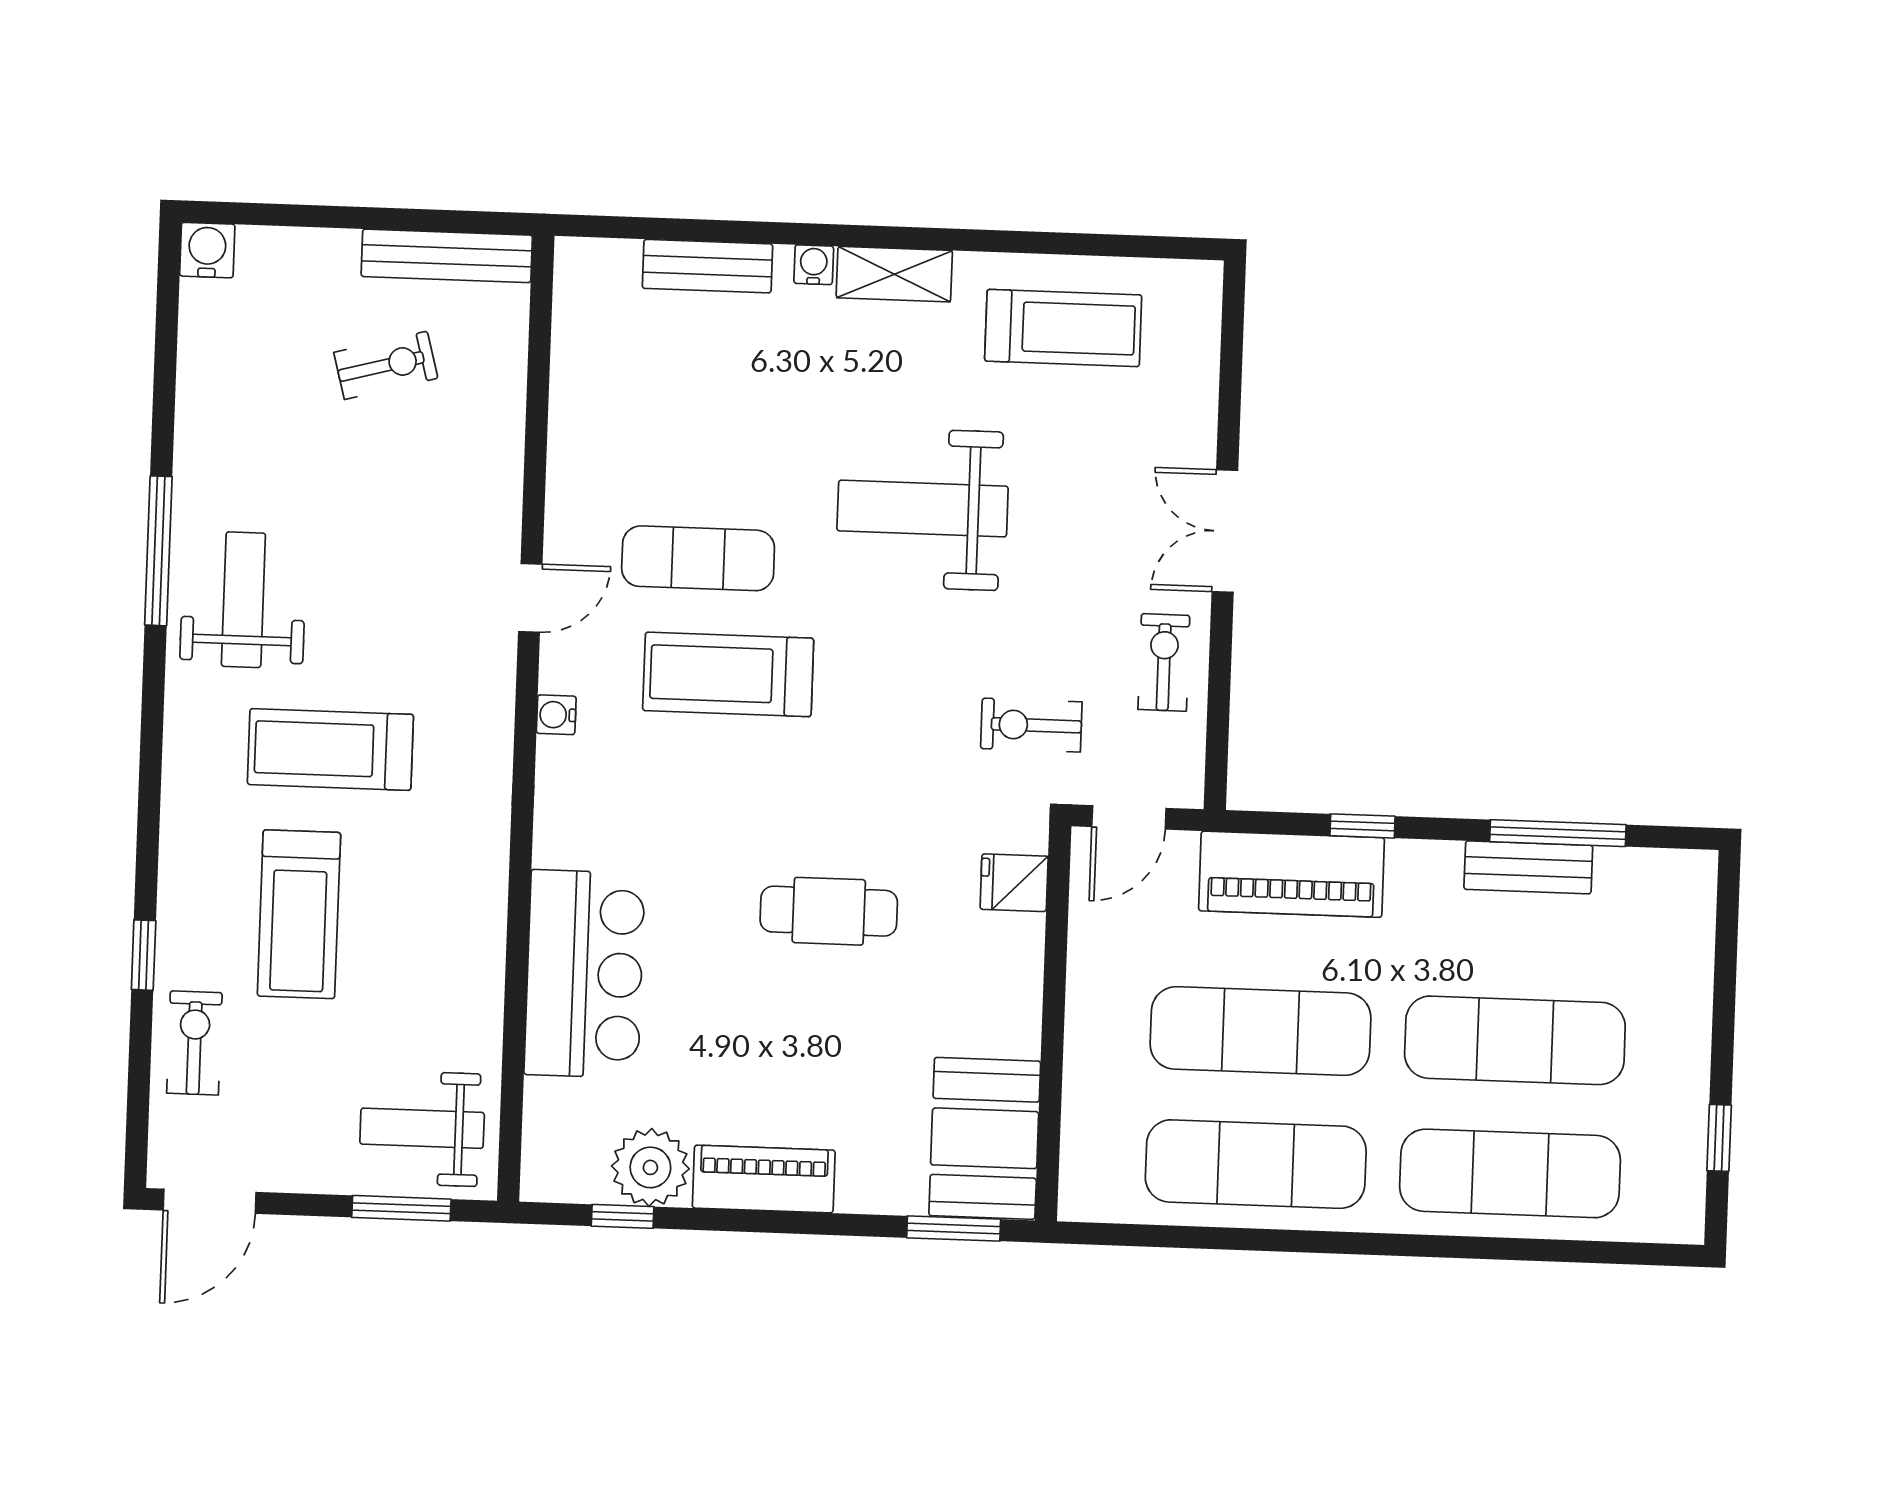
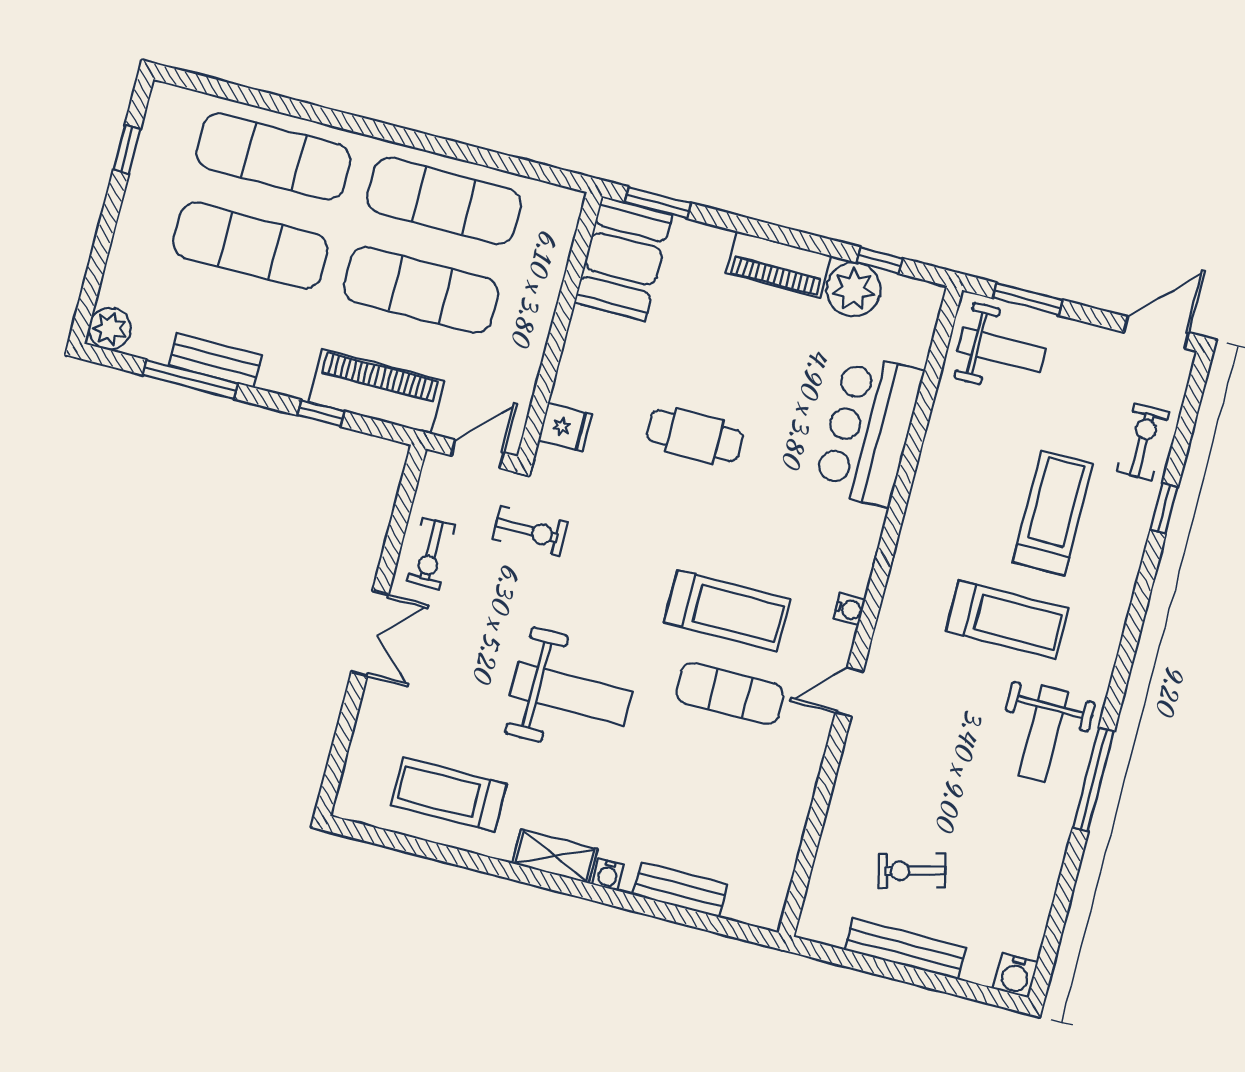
bench: (447, 256) -> (905, 949), moved
plant: (1687, 879) -> (110, 329), added
exercise bike: (194, 1043) -> (1143, 442), turned 180

